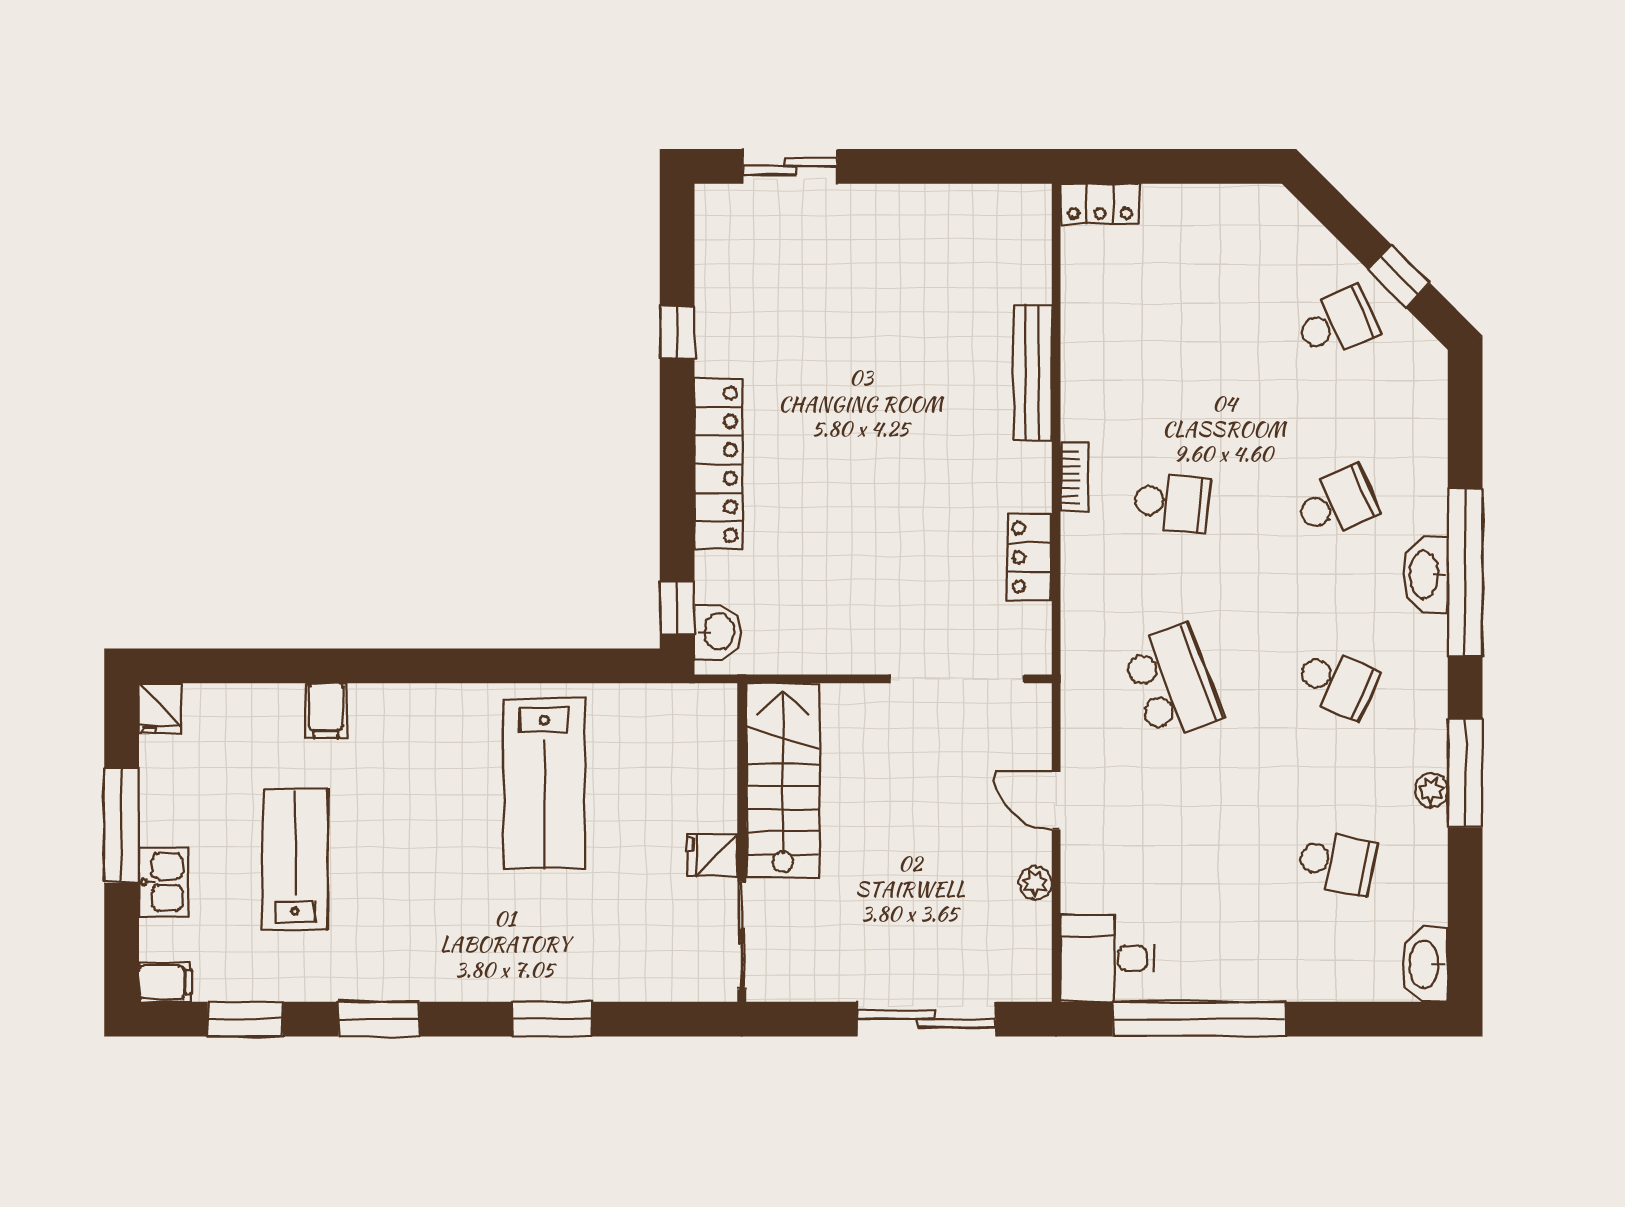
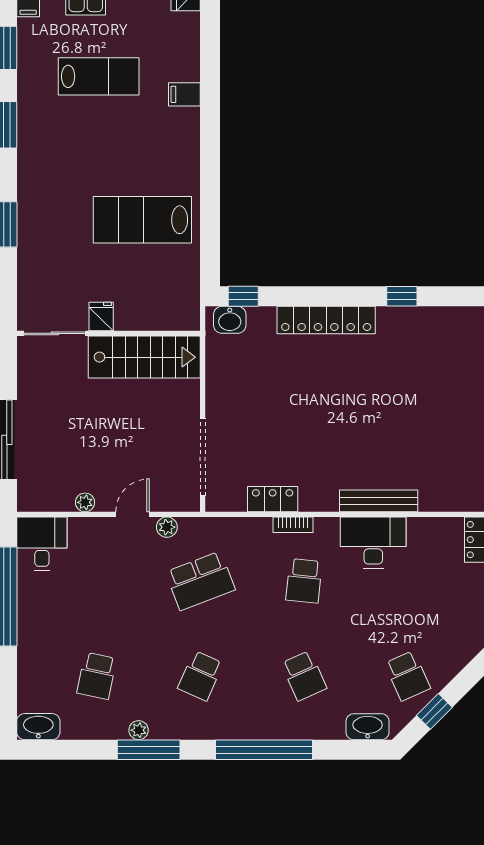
desk: (1105, 382) -> (373, 543), added
bookcase: (1074, 477) -> (293, 525), moved
washbasin: (1425, 575) -> (368, 727), moved
plant: (1078, 741) -> (167, 527), added

